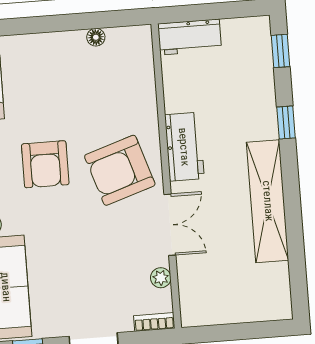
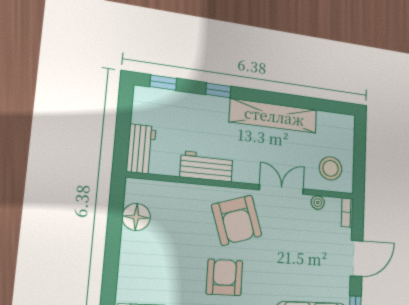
floor lamp: (96, 37) -> (136, 217), width x1.89, depth x1.89
workbench: (184, 147) -> (207, 166), moved
armchair: (45, 164) -> (225, 277), turned -90
stool: (211, 291) -> (331, 168), added

